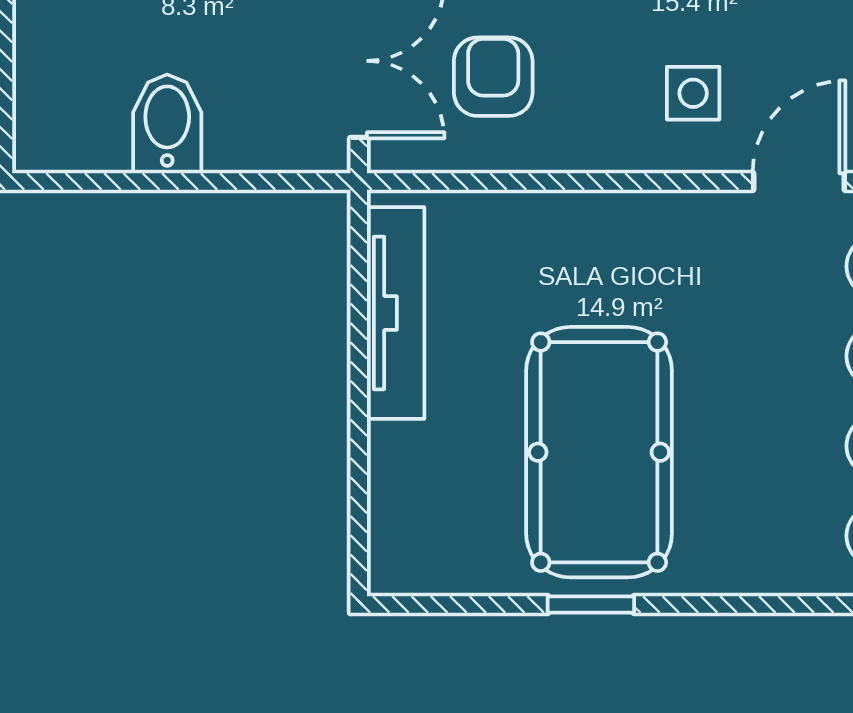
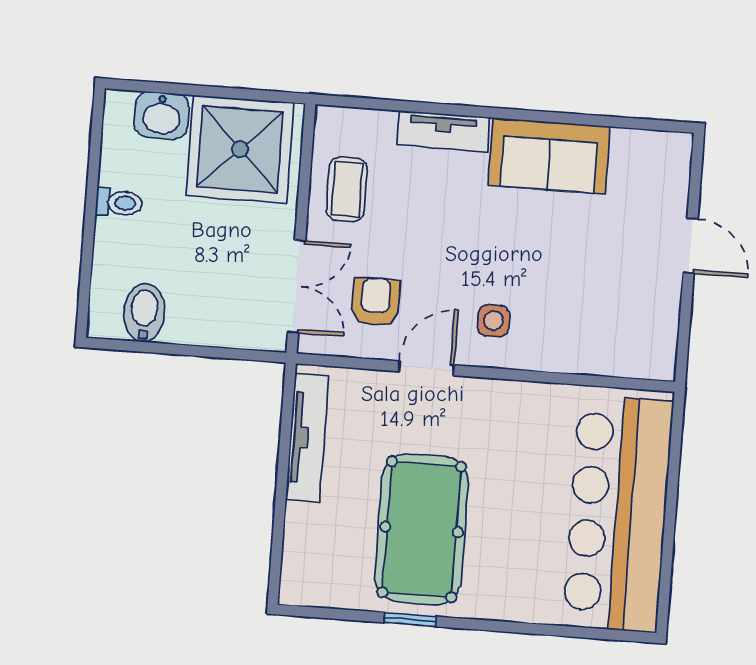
bidet: (167, 124) -> (144, 313), moved
door: (799, 181) -> (426, 368), moved

